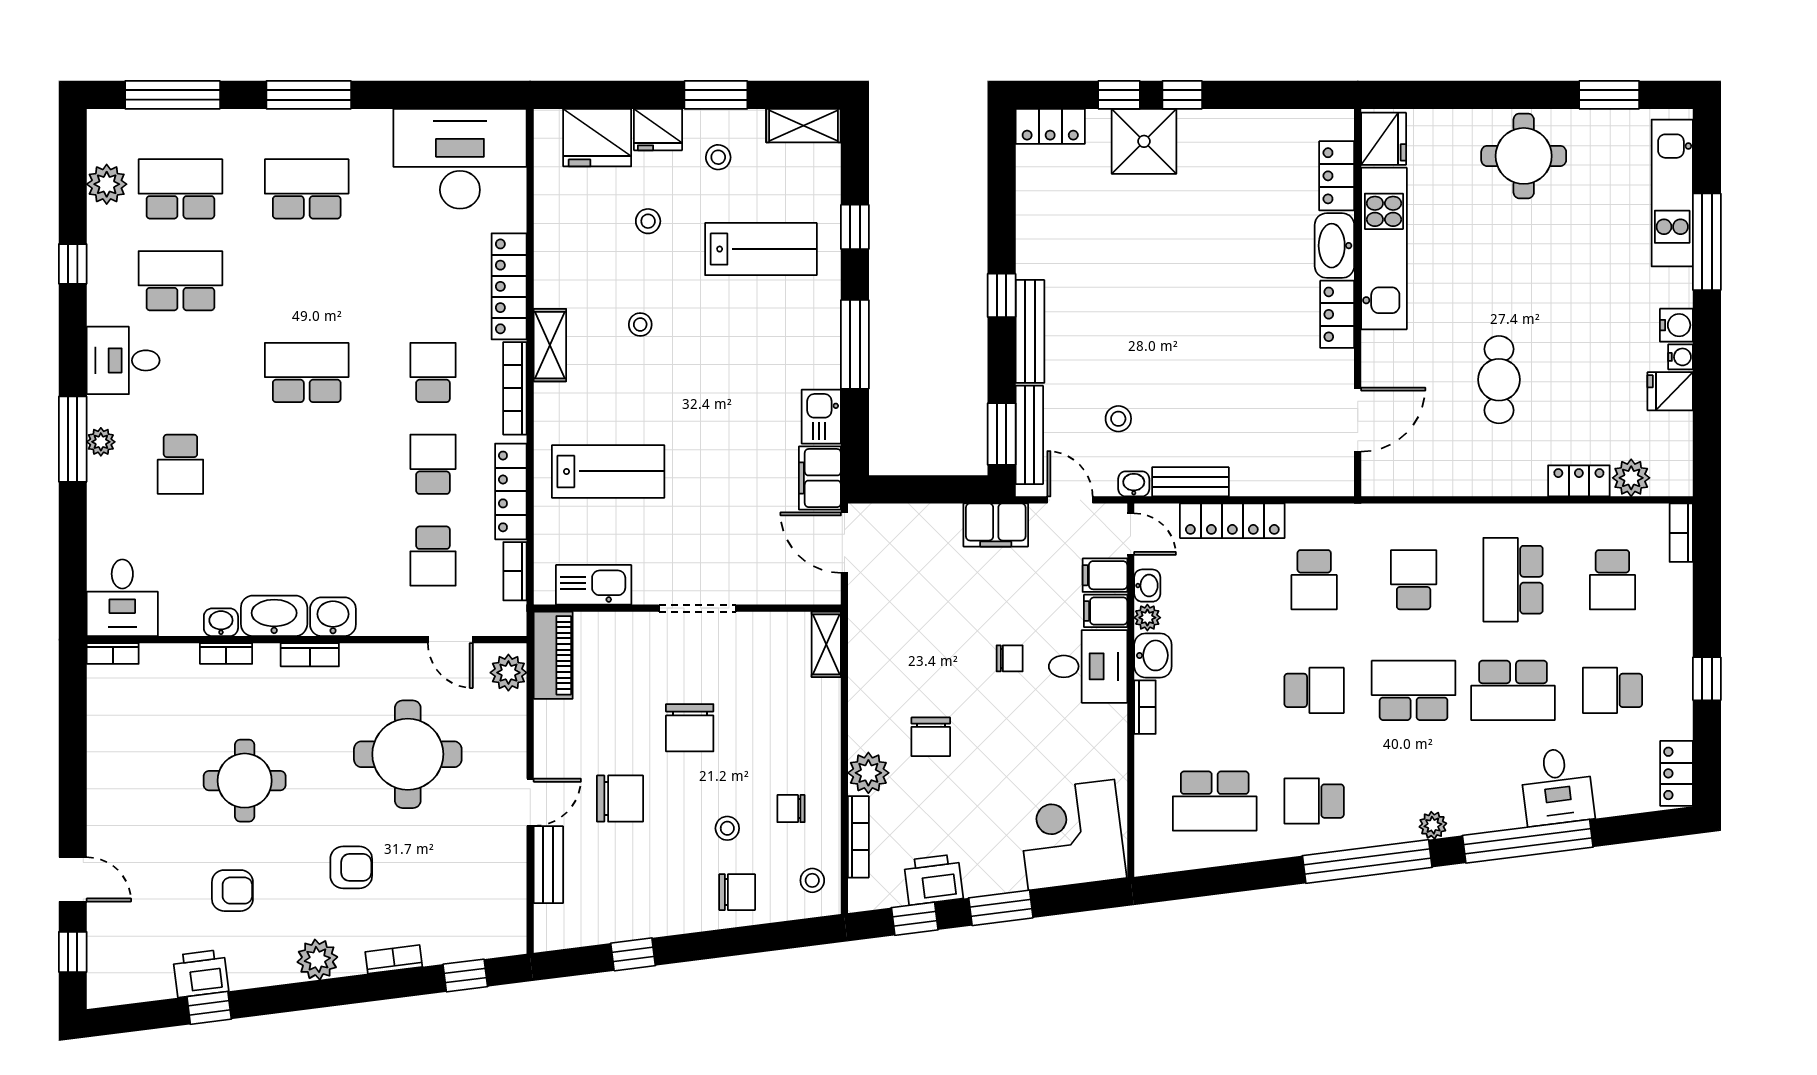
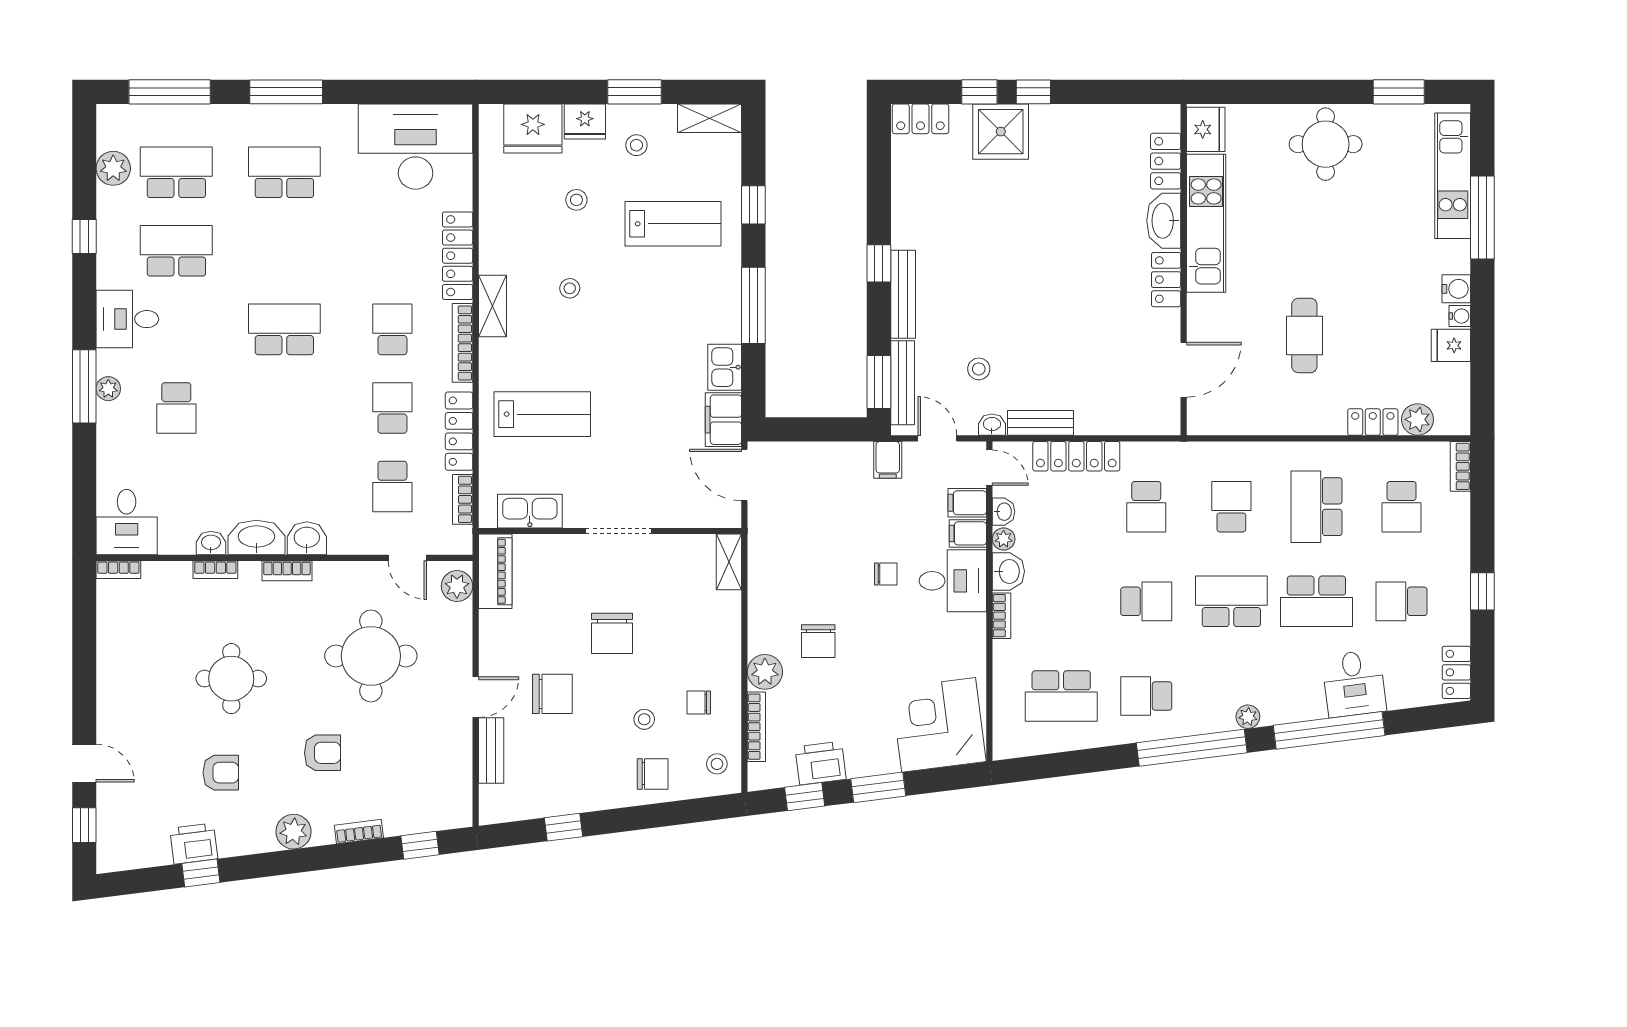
filing cabinet: (996, 525) -> (888, 460), width x0.50

